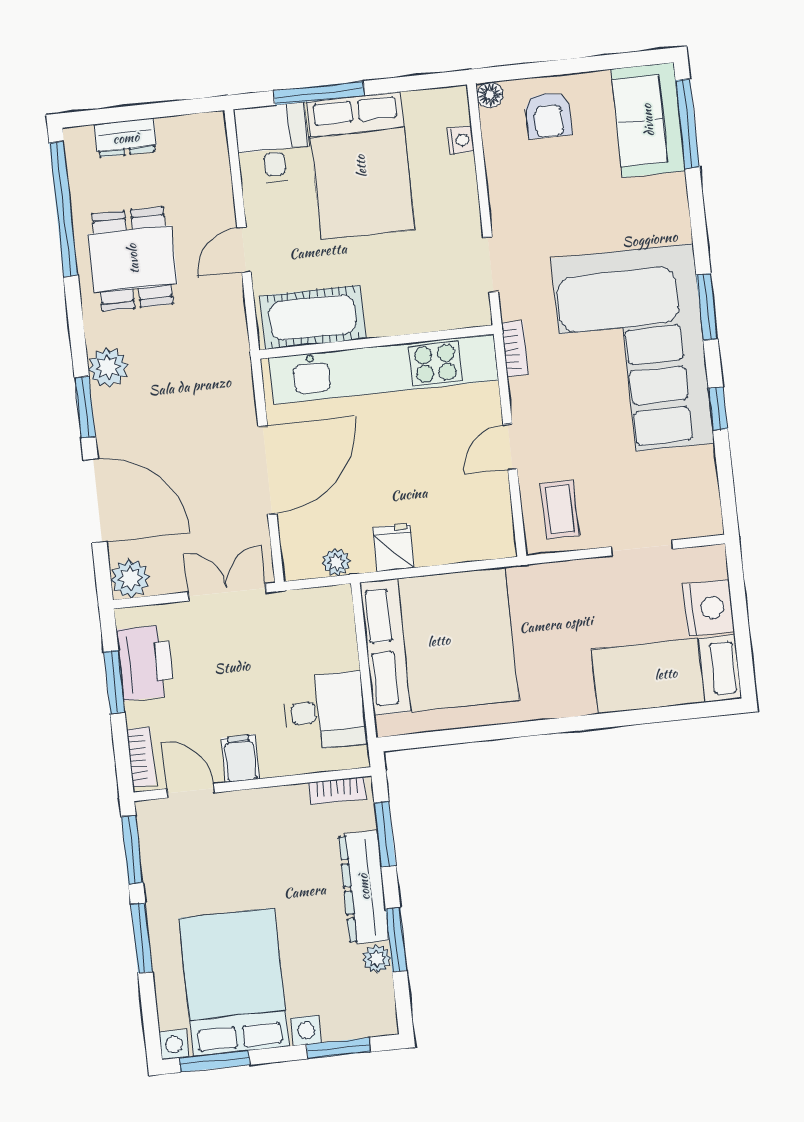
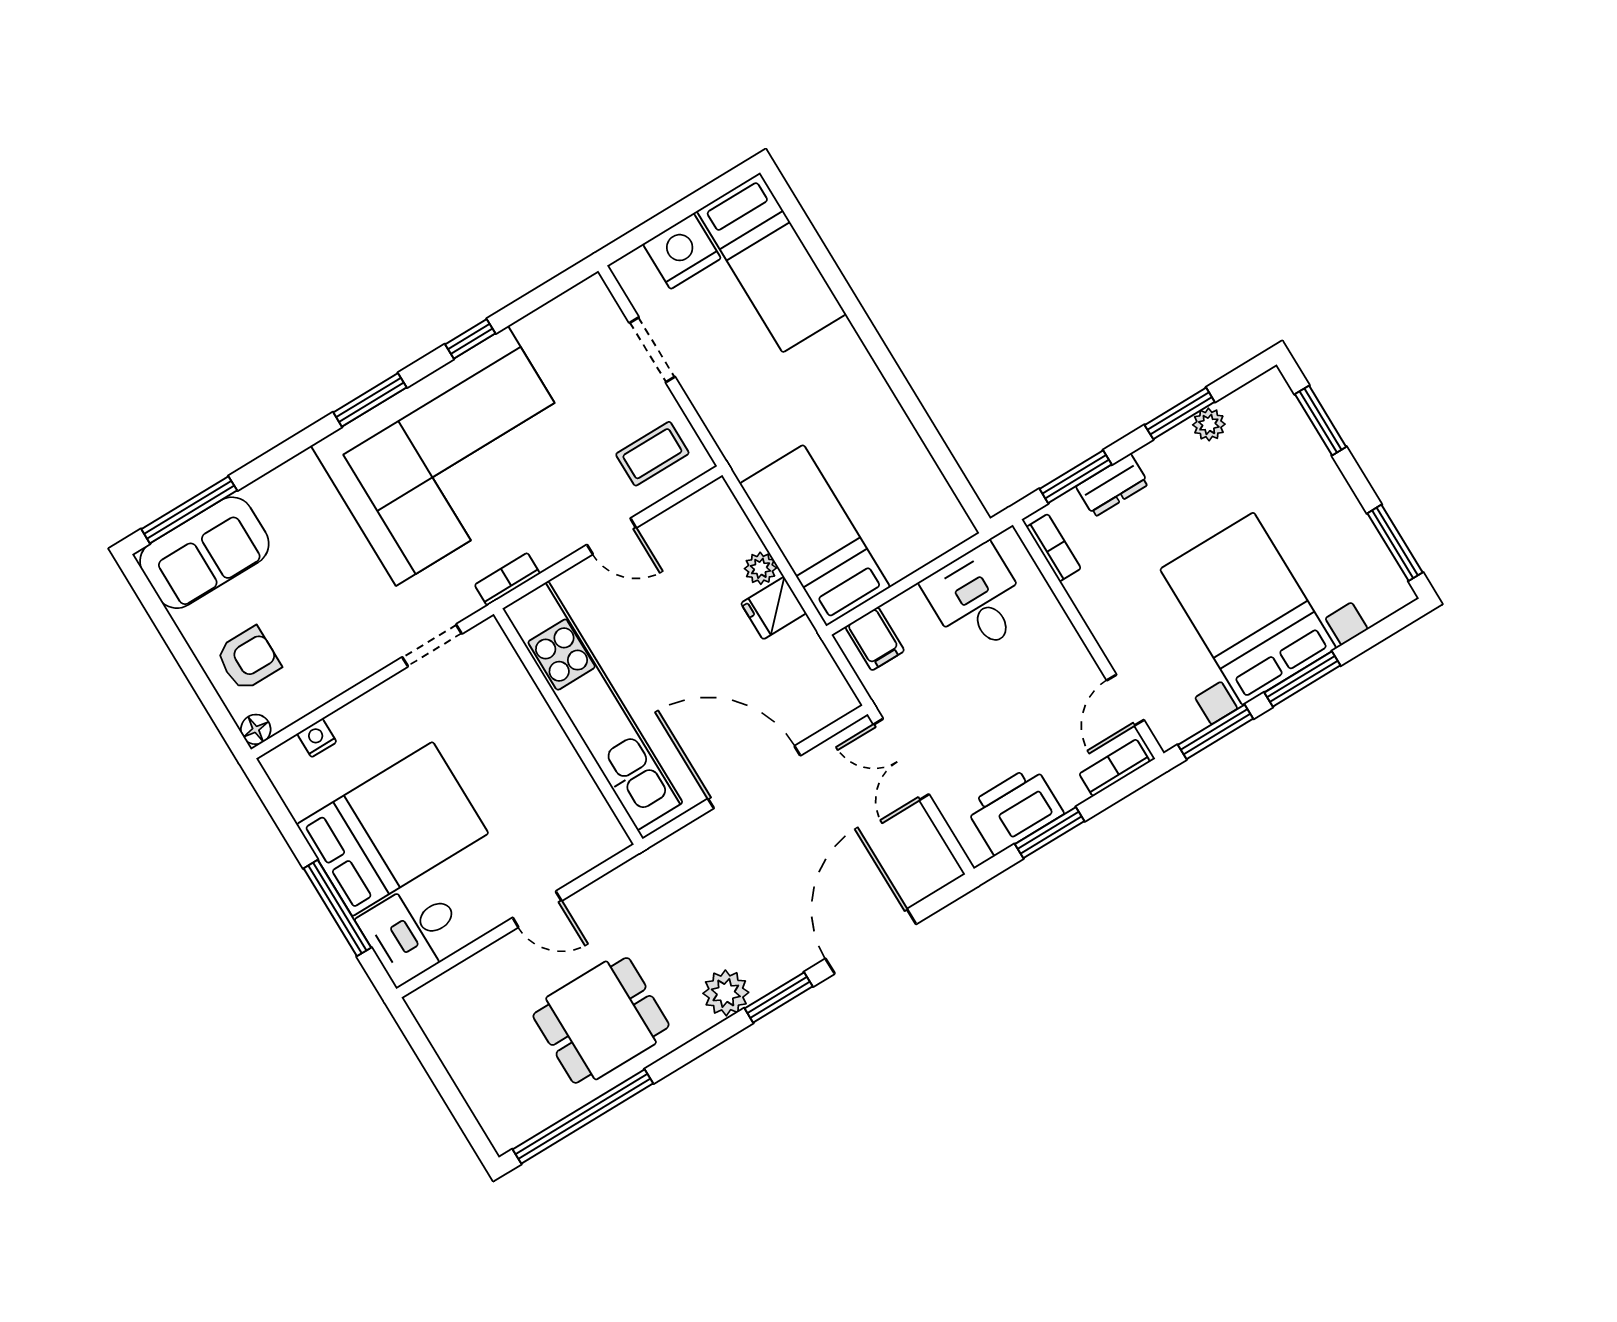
dresser: (126, 138) -> (479, 1087), removed
cot: (313, 317) -> (574, 805), removed
plant: (336, 562) -> (760, 568), moved
plant: (130, 578) -> (934, 867), removed
bed: (439, 641) -> (815, 535), width x0.49
filing cabinet: (240, 758) -> (875, 639), moved, turned -90
dresser: (364, 887) -> (1112, 485), width x0.51, depth x0.80
bed with nightstands: (234, 982) -> (1248, 609), moved, turned 90

